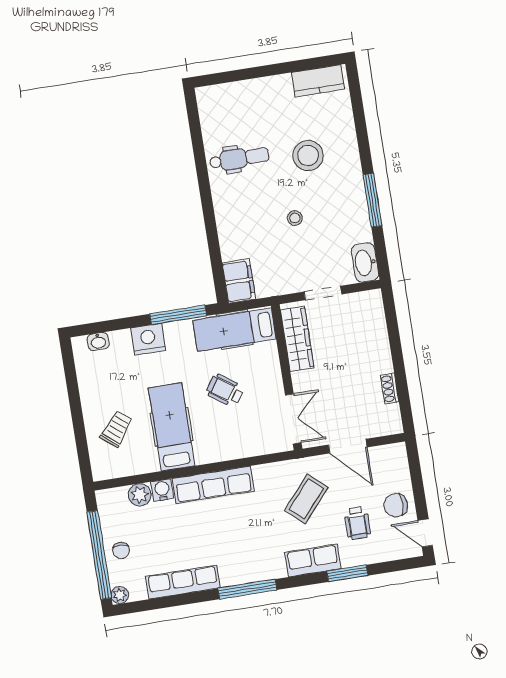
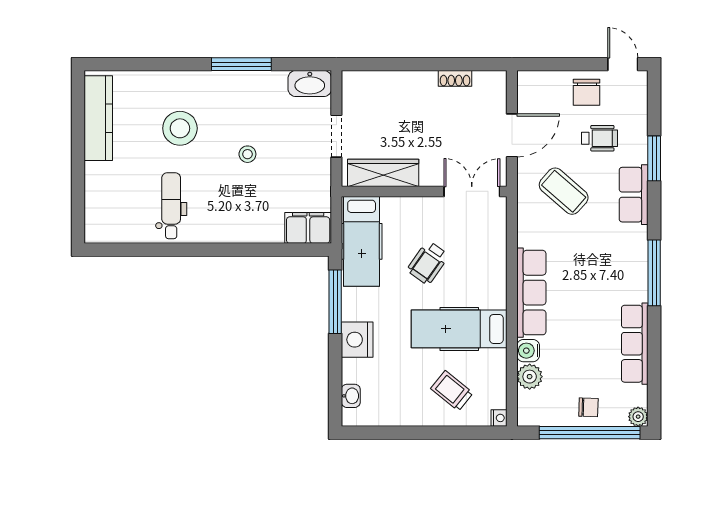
kitchen counter: (318, 81) -> (98, 118), width x1.50
nightstand: (99, 474) -> (499, 418), added
door: (425, 533) -> (623, 64), swing flipped

